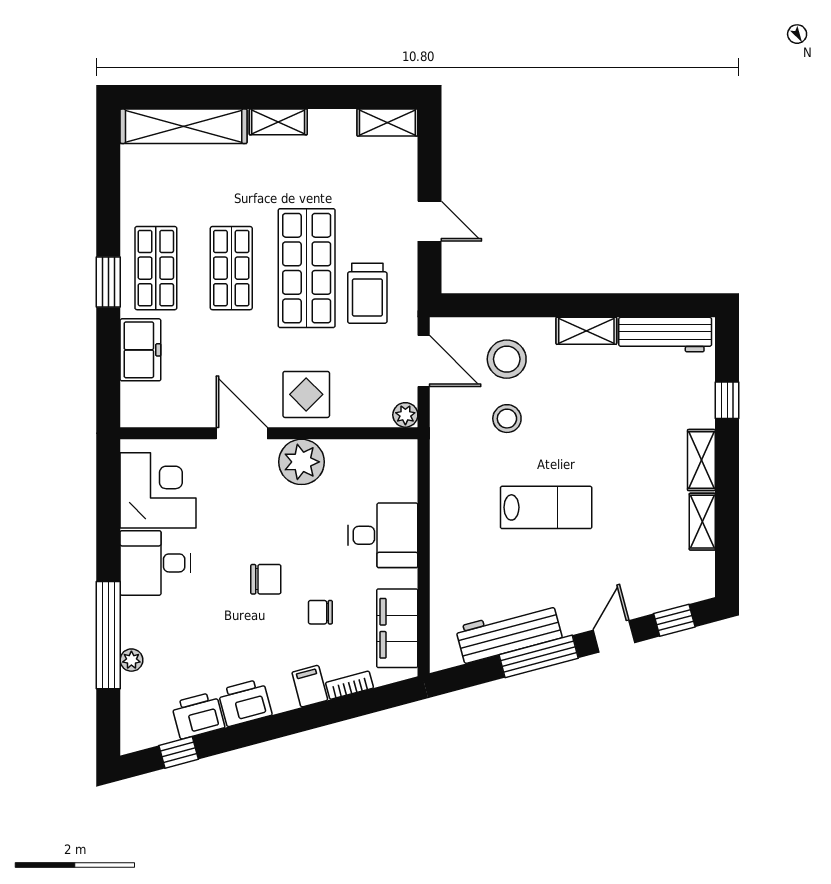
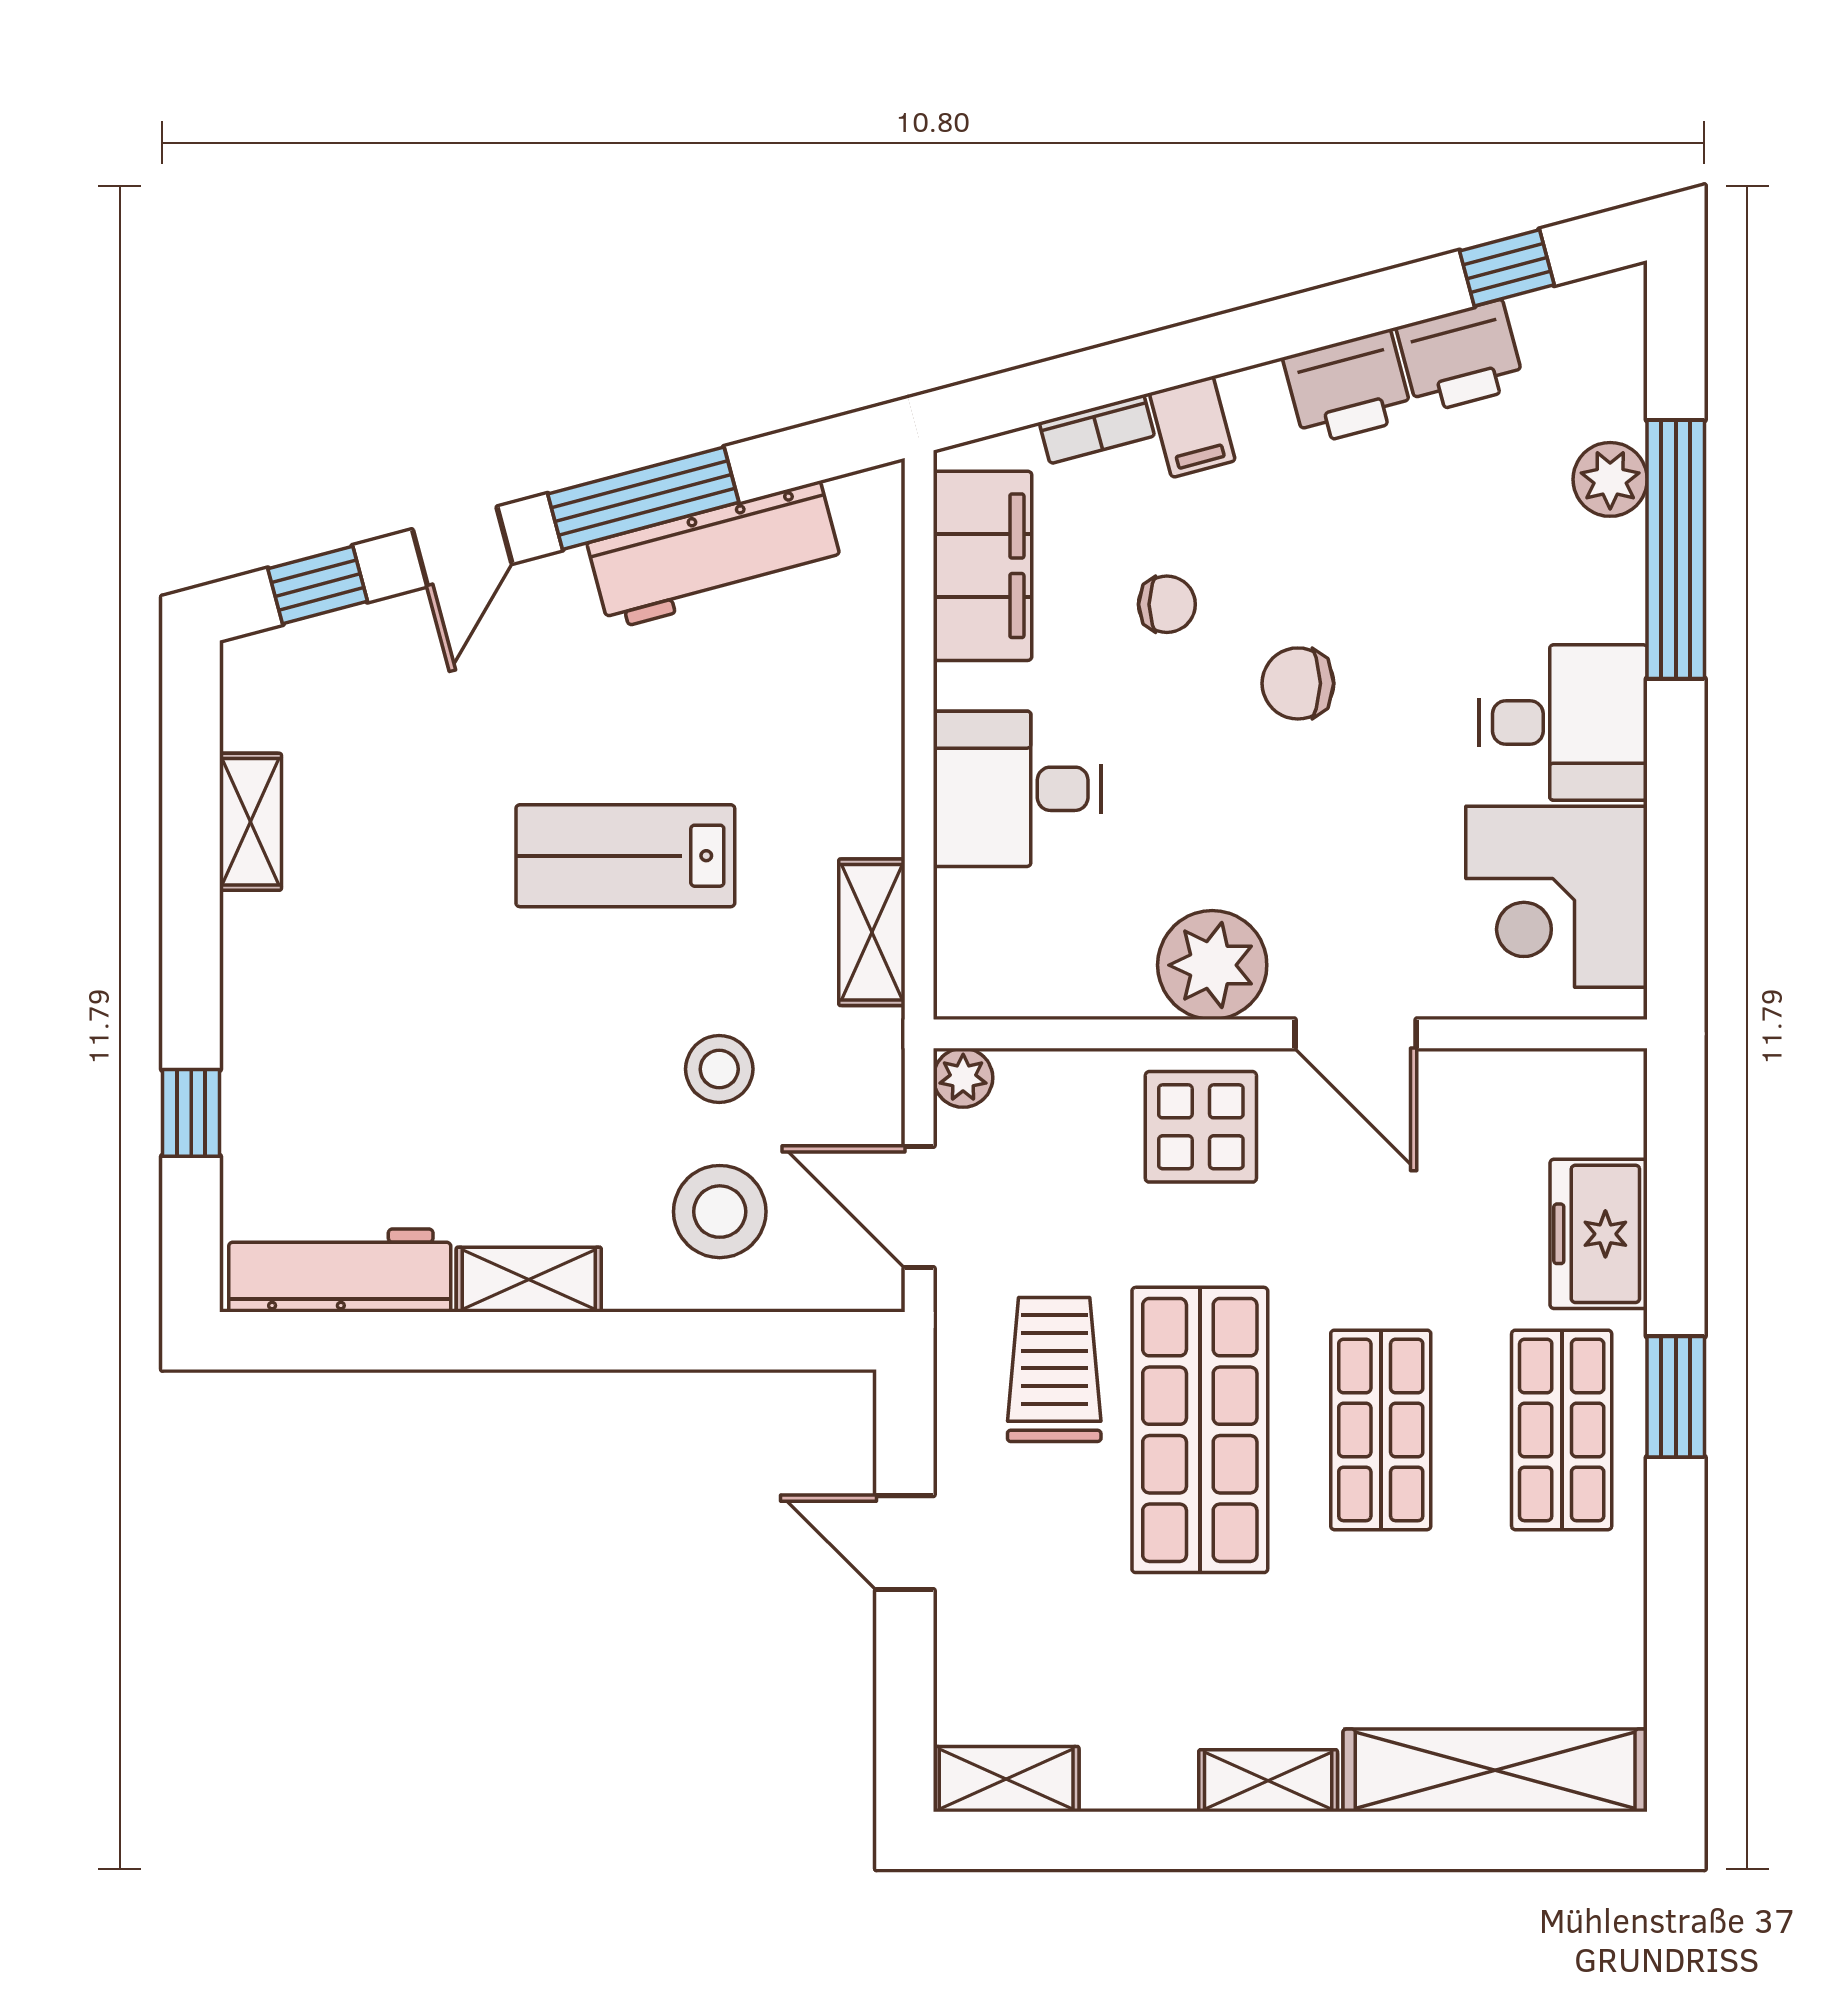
shelving: (701, 460) -> (872, 932), moved
plant: (131, 660) -> (1610, 479), width x1.38, depth x1.38

